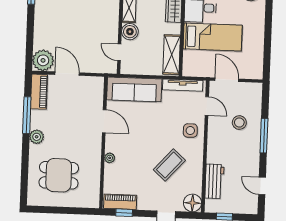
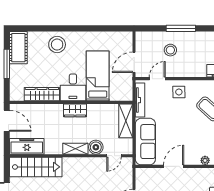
shelving: (172, 55) -> (126, 121), moved, turned 90

